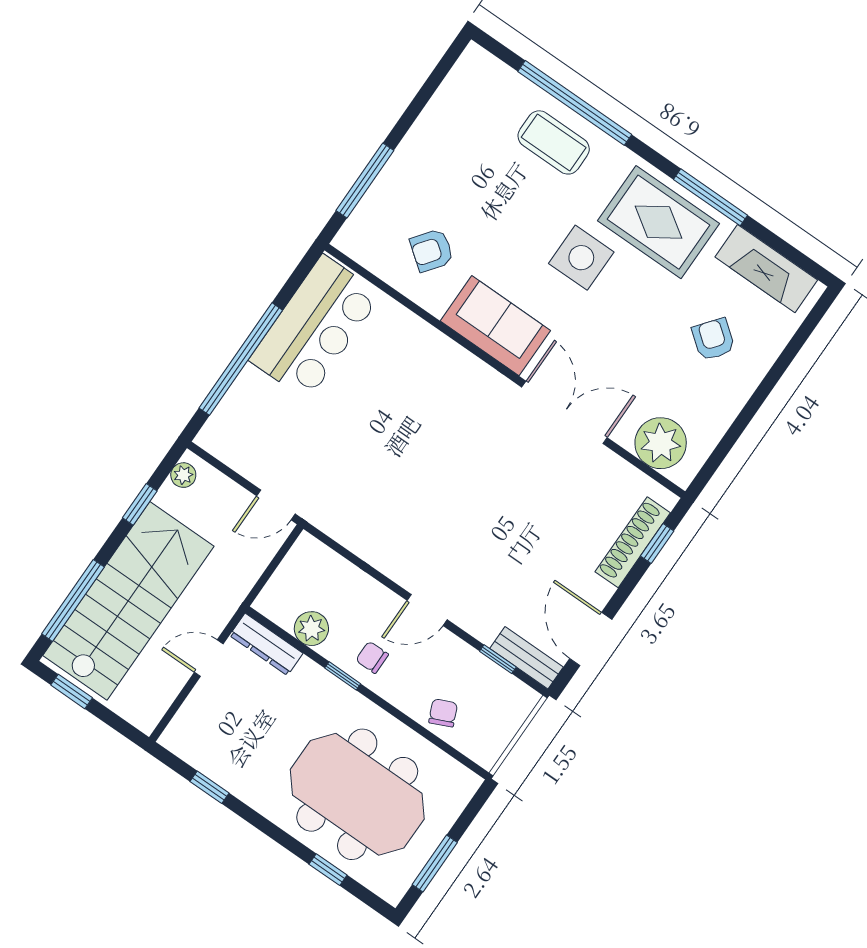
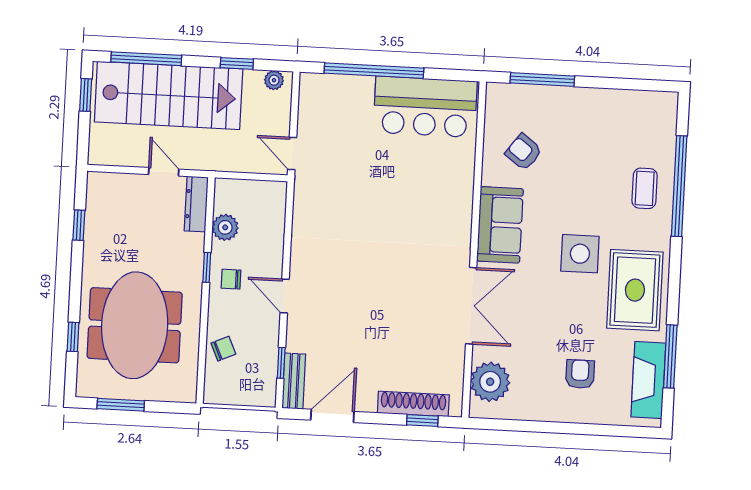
coffee table: (554, 142) -> (645, 188), width x0.73, depth x0.77
window: (710, 197) -> (670, 356), moved
armchair: (713, 339) -> (580, 374), turned -38
chair: (372, 657) -> (231, 279), turned -90

